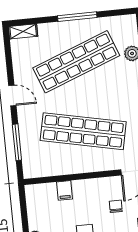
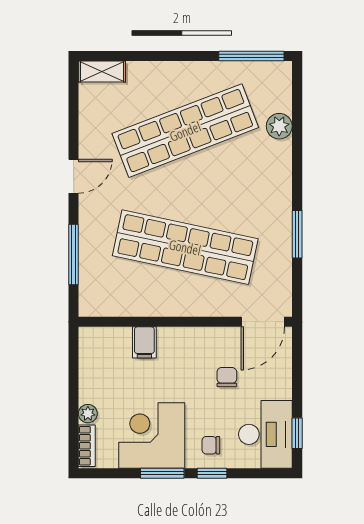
window: (77, 17) -> (251, 56), moved
door: (12, 96) -> (74, 176), hinge flipped

